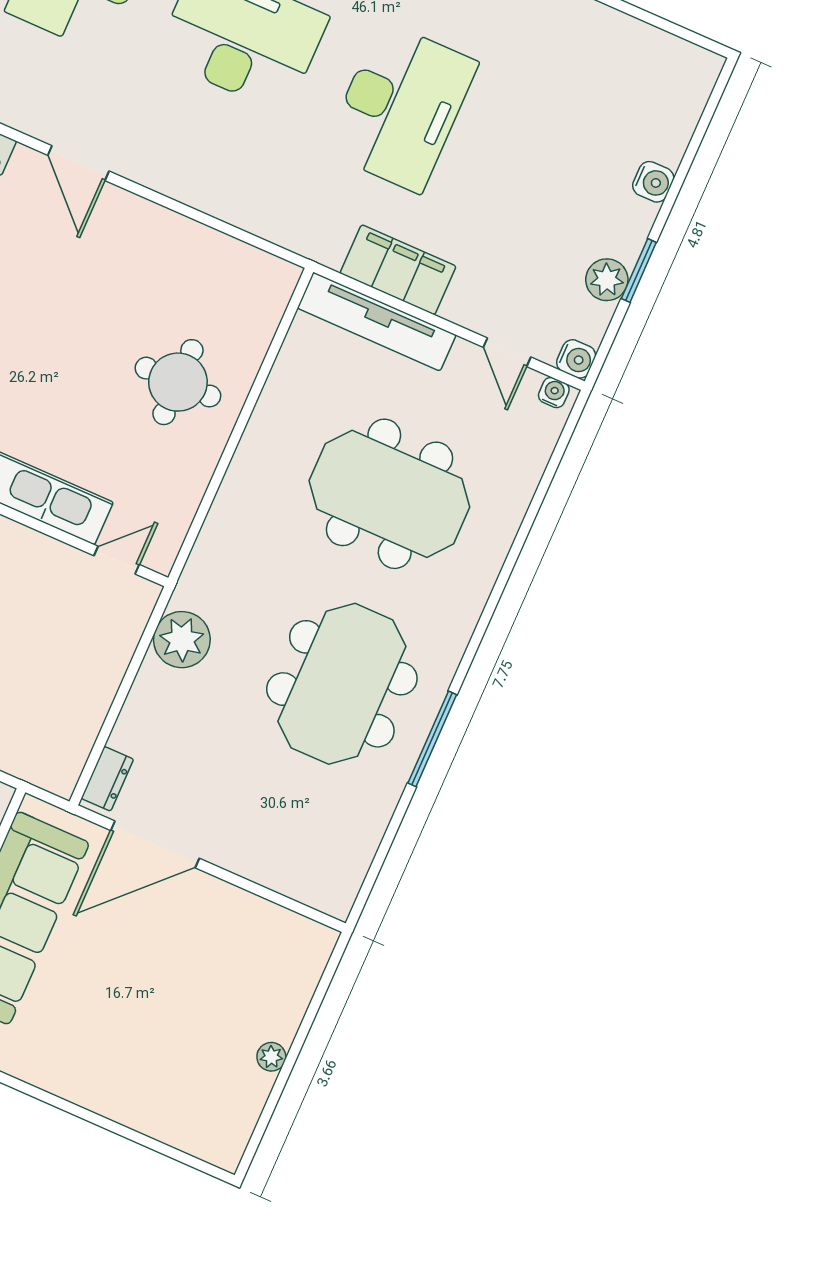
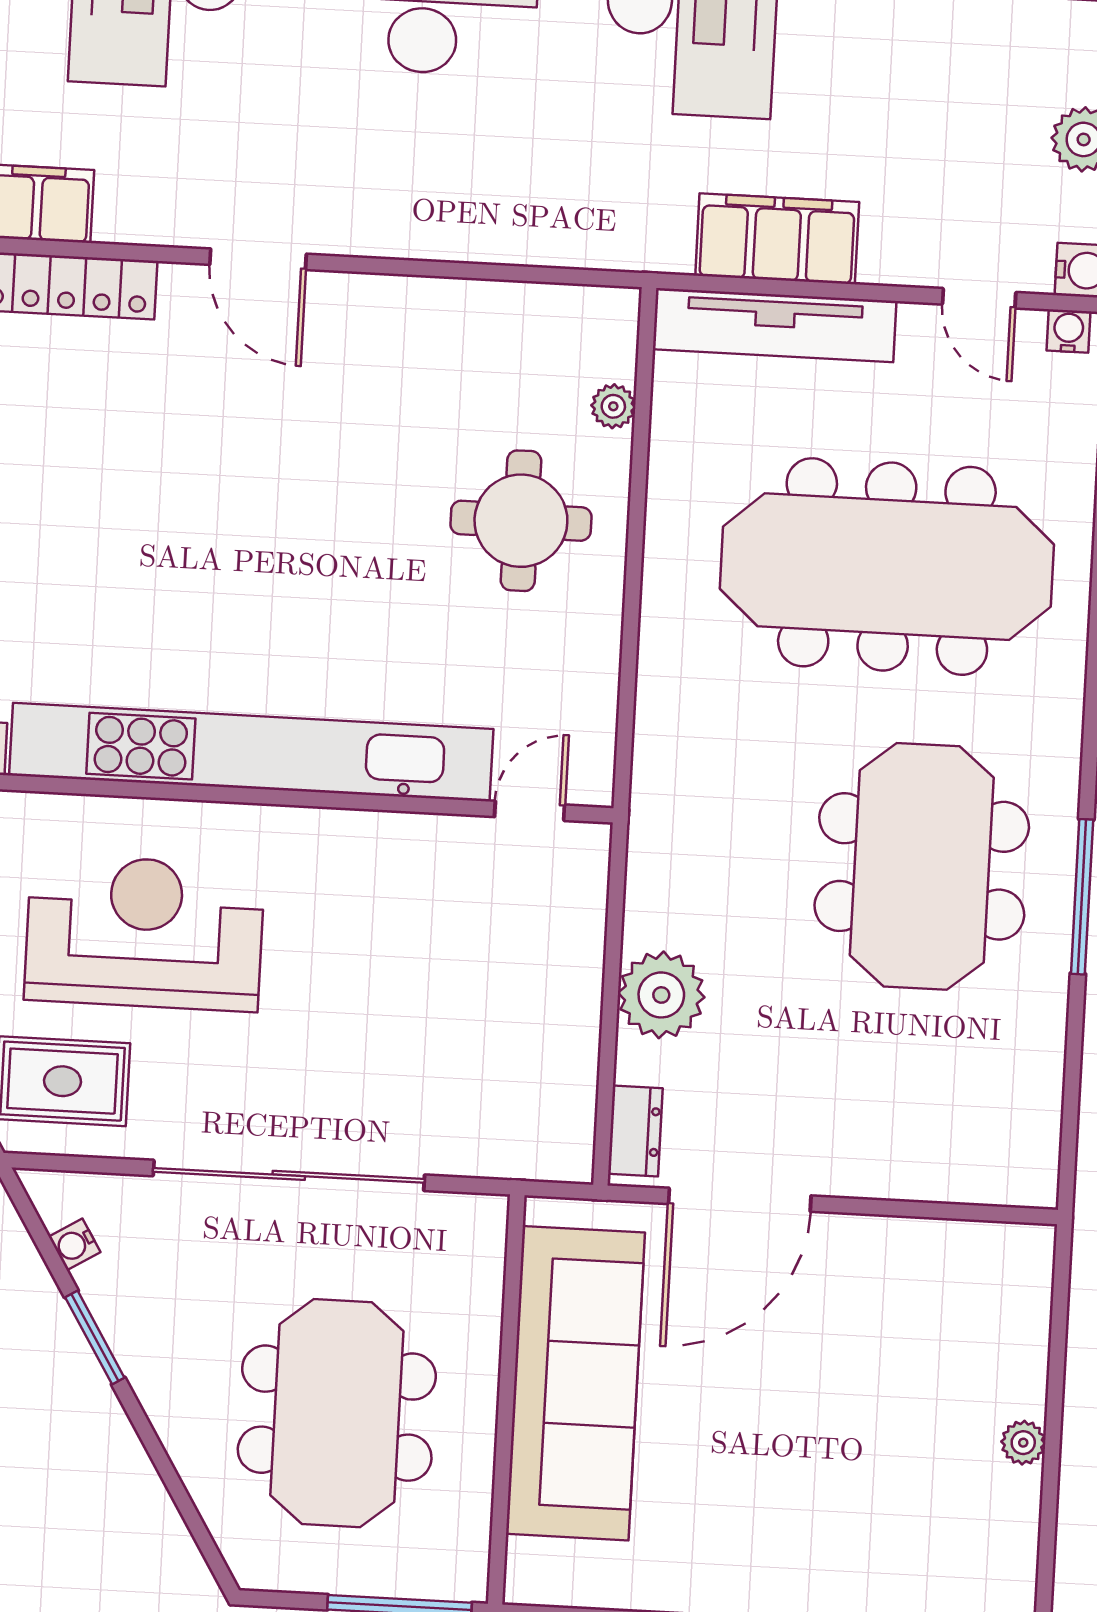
plant: (260, 334) -> (613, 406), added
meeting table: (389, 494) -> (887, 567), width x1.36
plant: (182, 640) -> (661, 995), moved

